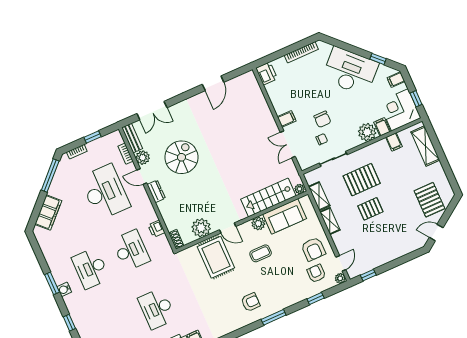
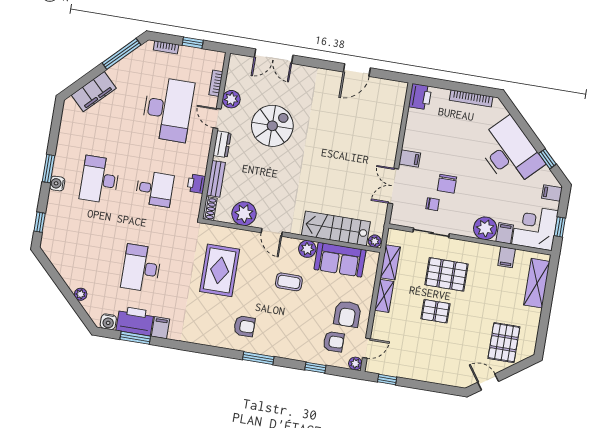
bench: (132, 138) -> (216, 179), moved
desk: (131, 250) -> (155, 189), width x0.73
rug: (216, 257) -> (220, 270), moved
armchair: (316, 273) -> (334, 342), turned 90

